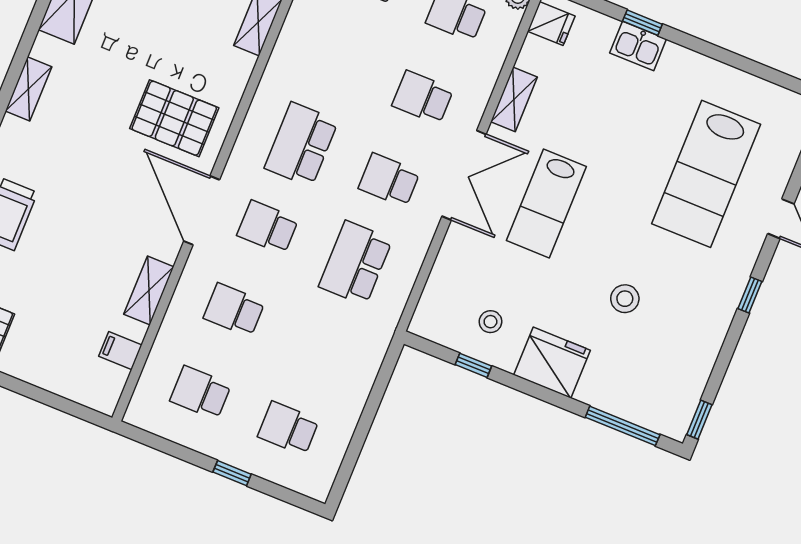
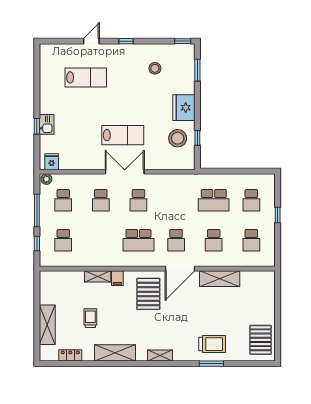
shelving: (514, 99) -> (87, 164), removed
lab bench: (706, 174) -> (86, 77), width x0.73, depth x0.72
school desk: (355, 263) -> (214, 200), moved
shelving: (149, 291) -> (220, 279), width x1.50, depth x1.33
stool: (625, 299) -> (155, 68), moved
stool: (490, 322) -> (178, 138), width x1.89, depth x1.89
filing cabinet: (120, 351) -> (117, 278), moved
window: (623, 426) -> (197, 70), width x0.69

